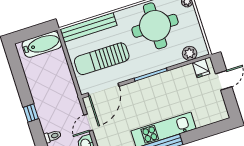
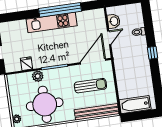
plant: (190, 53) -> (38, 76), moved
sun lounger: (102, 59) -> (90, 86), width x0.73, depth x0.75
fridge: (201, 68) -> (27, 64), moved

